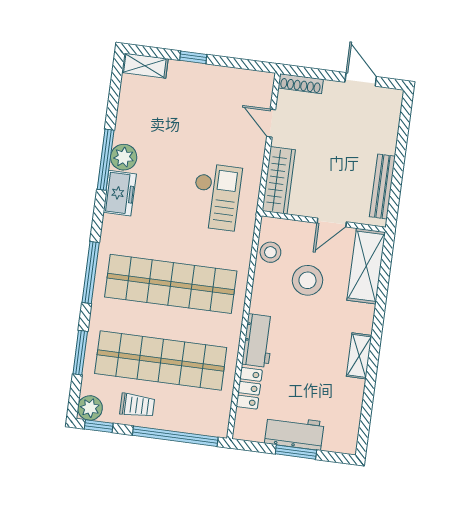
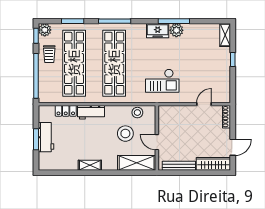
wardrobe: (279, 180) -> (213, 164), moved, turned 180

